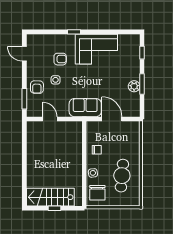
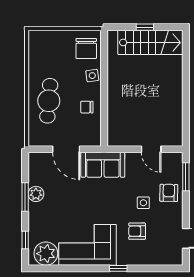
plant: (127, 43) -> (46, 254), added
cafe table: (122, 176) -> (49, 101), moved
chair: (97, 193) -> (86, 48), turned 180

